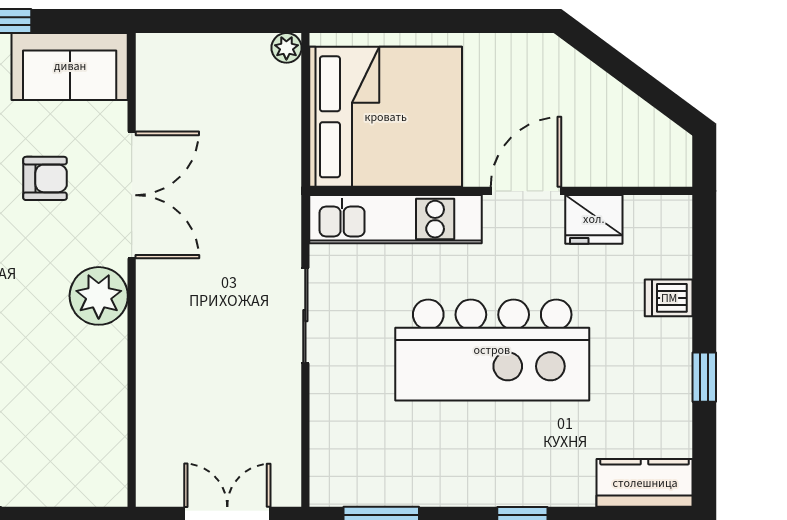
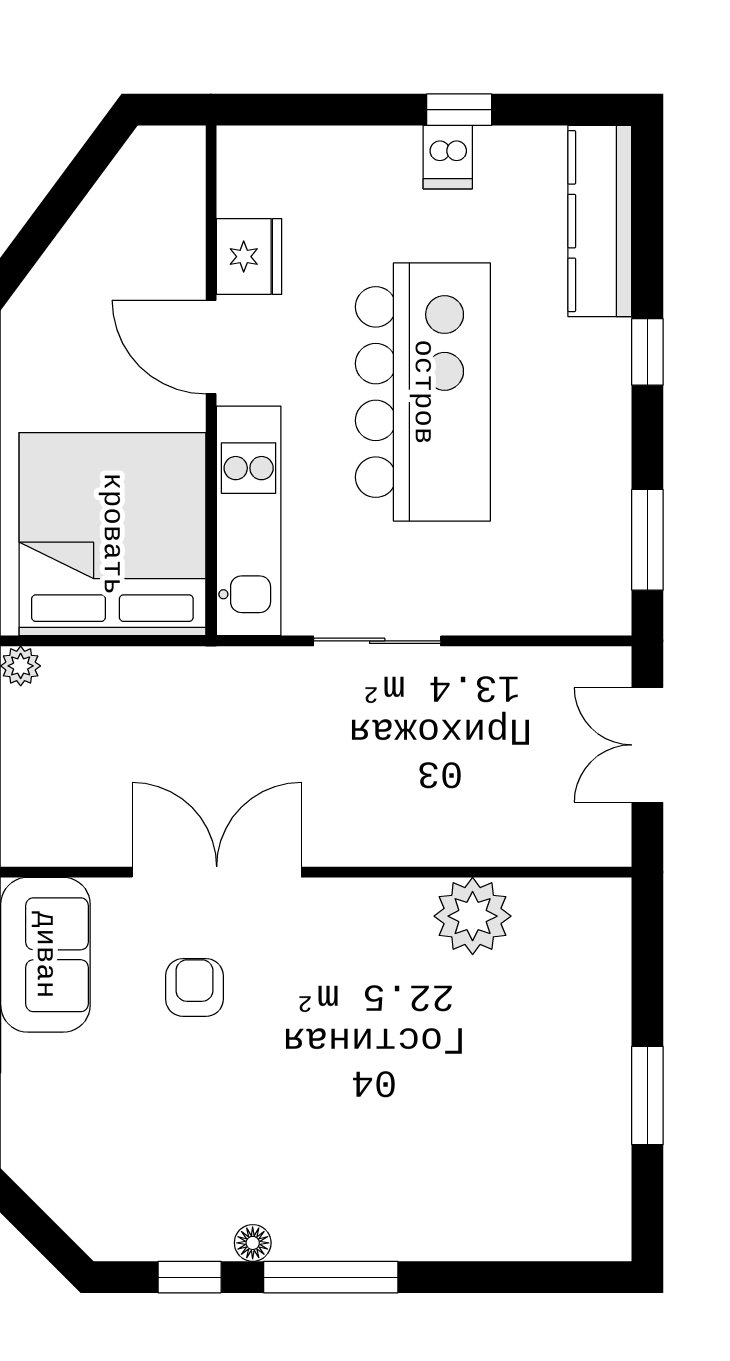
plant: (99, 296) -> (473, 916), moved
dishwasher: (669, 298) -> (448, 157), moved
kitchen counter: (645, 483) -> (600, 221), width x1.50

